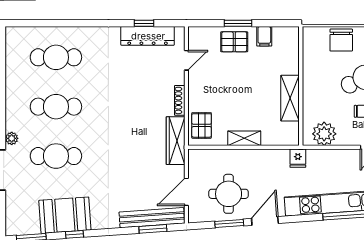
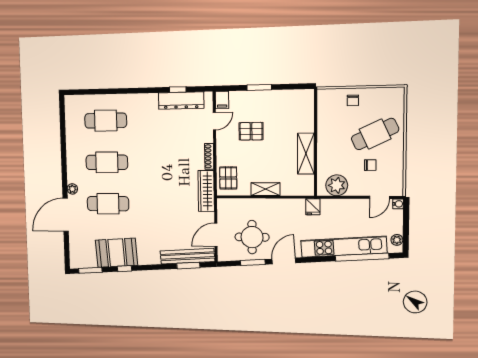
filing cabinet: (264, 36) -> (222, 100), moved
chair: (341, 40) -> (353, 100), width x0.54, depth x0.54
pallet: (234, 42) -> (251, 131), moved

